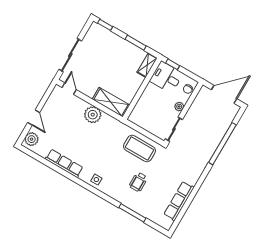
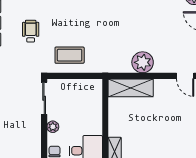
coffee table: (139, 148) -> (70, 55), width x0.73, depth x0.76
wheelchair: (138, 182) -> (31, 31), moved

